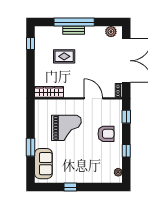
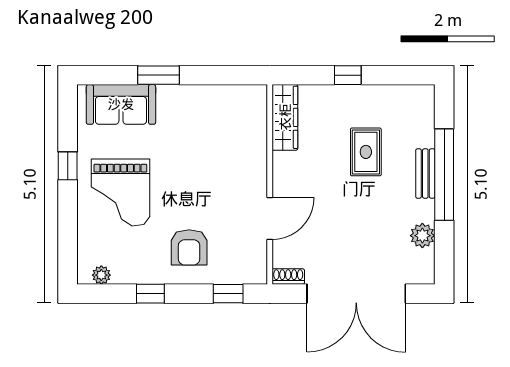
plant: (111, 32) -> (422, 236), moved
window: (31, 43) -> (348, 75), moved
grand piano: (66, 128) -> (120, 192), moved

